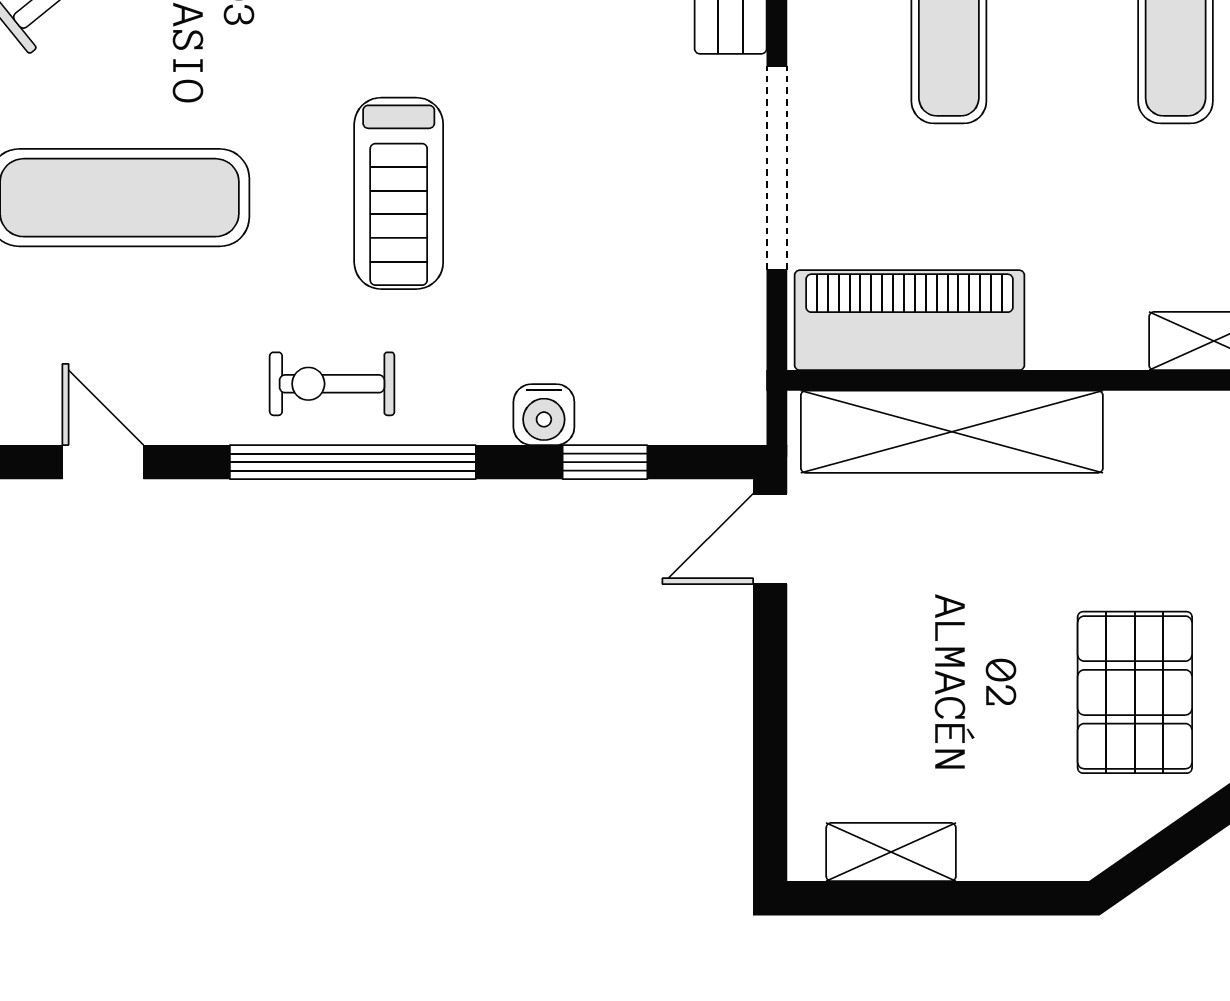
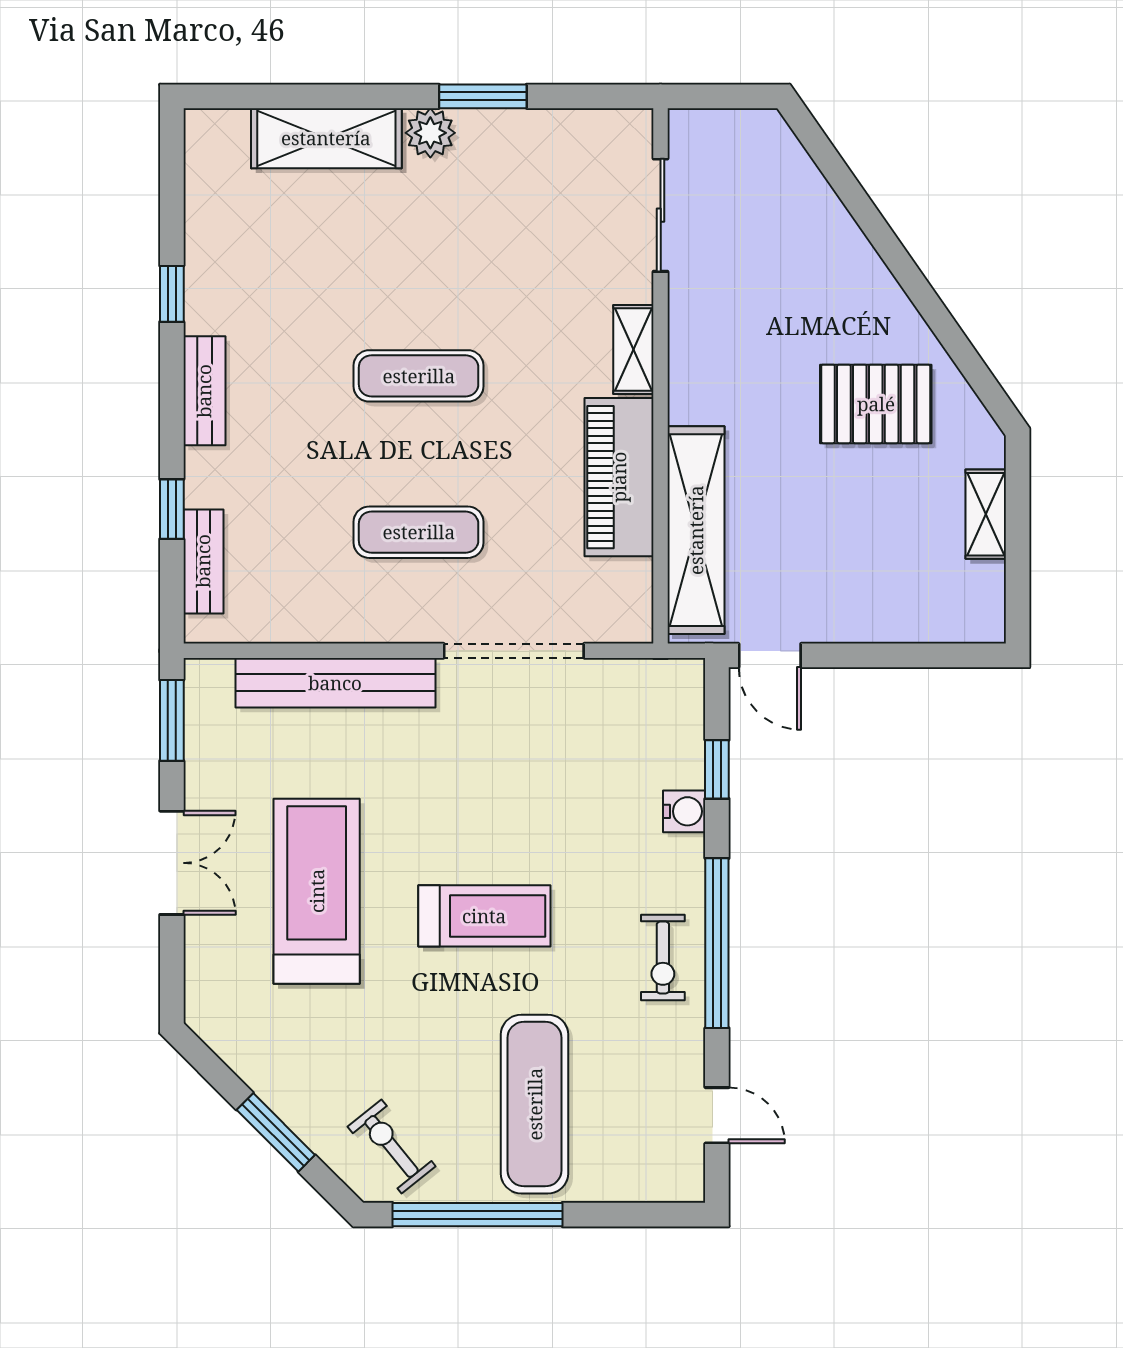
treadmill: (399, 193) -> (484, 916), moved
piano: (909, 320) -> (619, 477), moved
door: (103, 462) -> (717, 1115), swing flipped
shelving: (891, 852) -> (986, 514), moved

